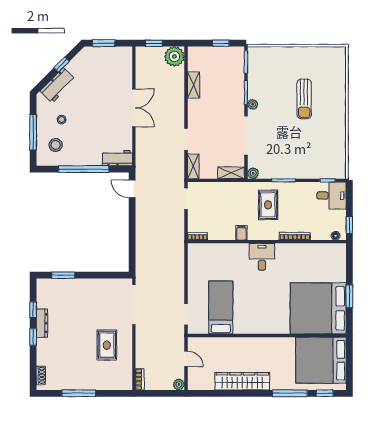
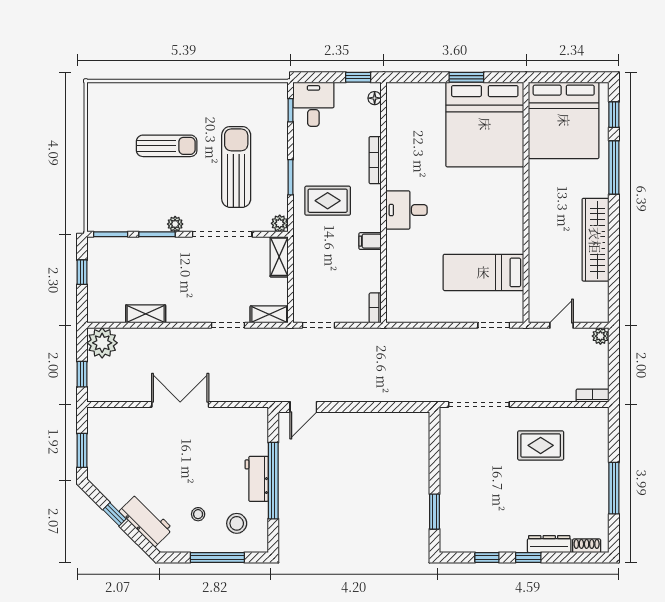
sun lounger: (290, 145) -> (236, 167), added
workbench: (117, 158) -> (257, 479), moved
dresser: (42, 323) -> (549, 544), moved

